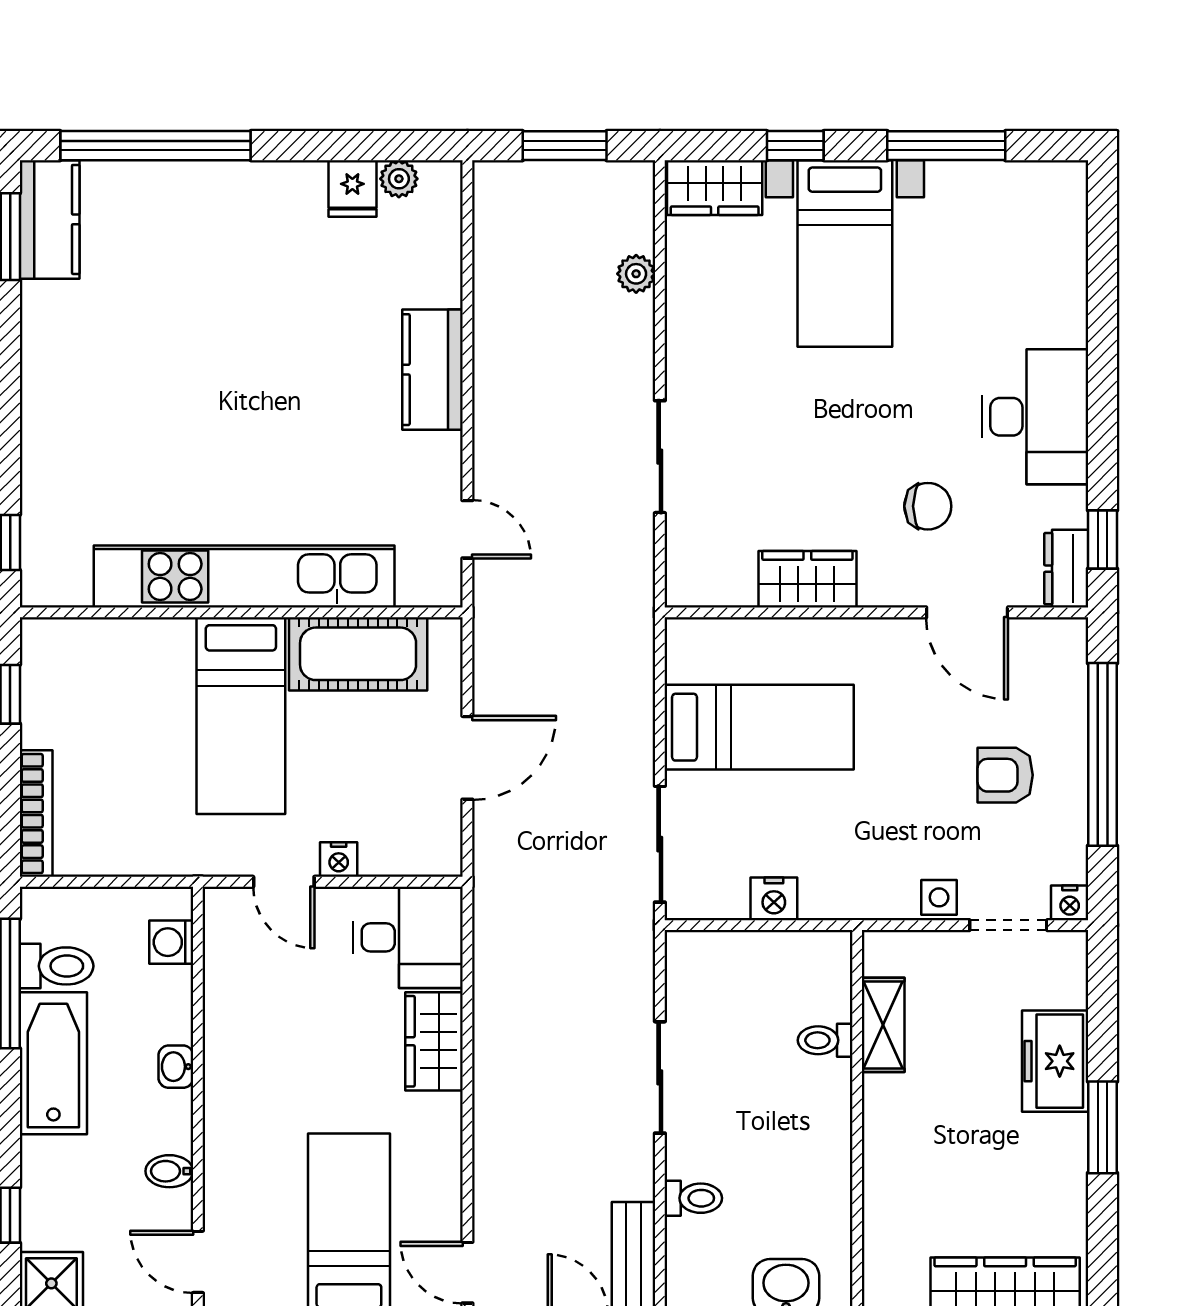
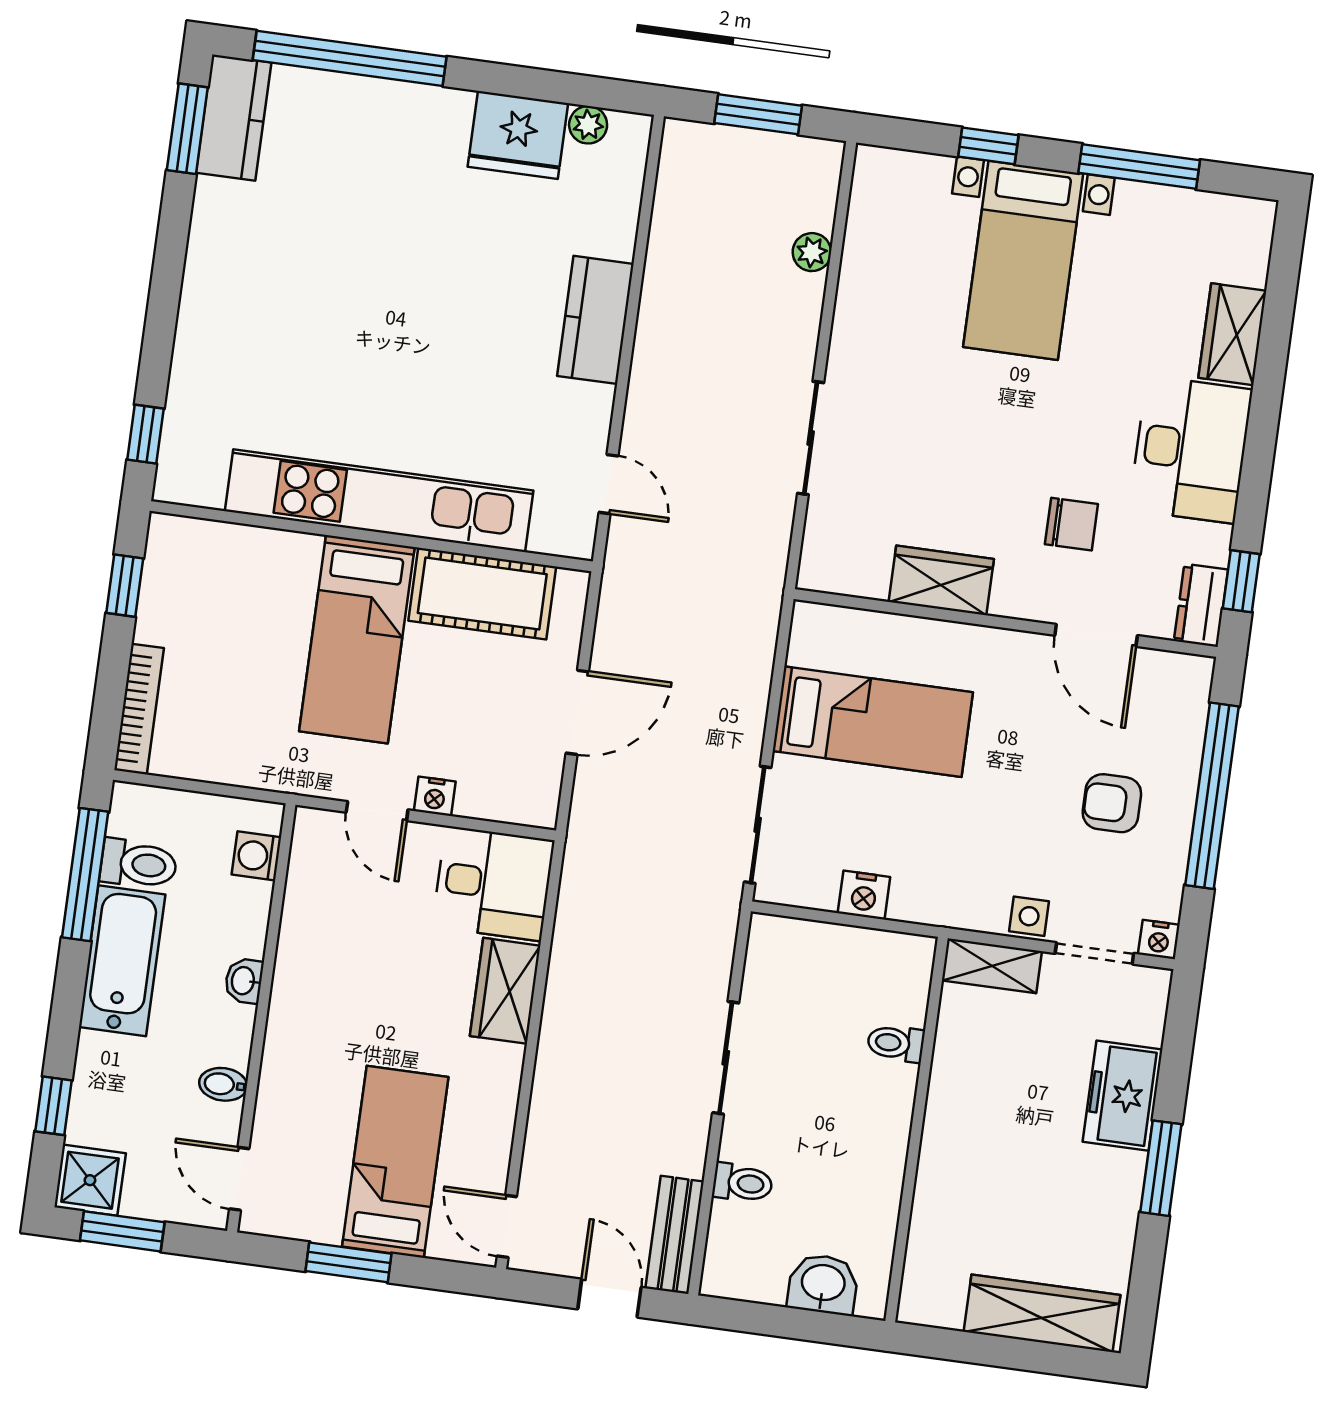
wardrobe: (715, 188) -> (1232, 334), moved, turned 90
fridge: (352, 189) -> (518, 135), width x1.88, depth x1.34
shelving: (883, 1025) -> (992, 966), moved, turned 90

